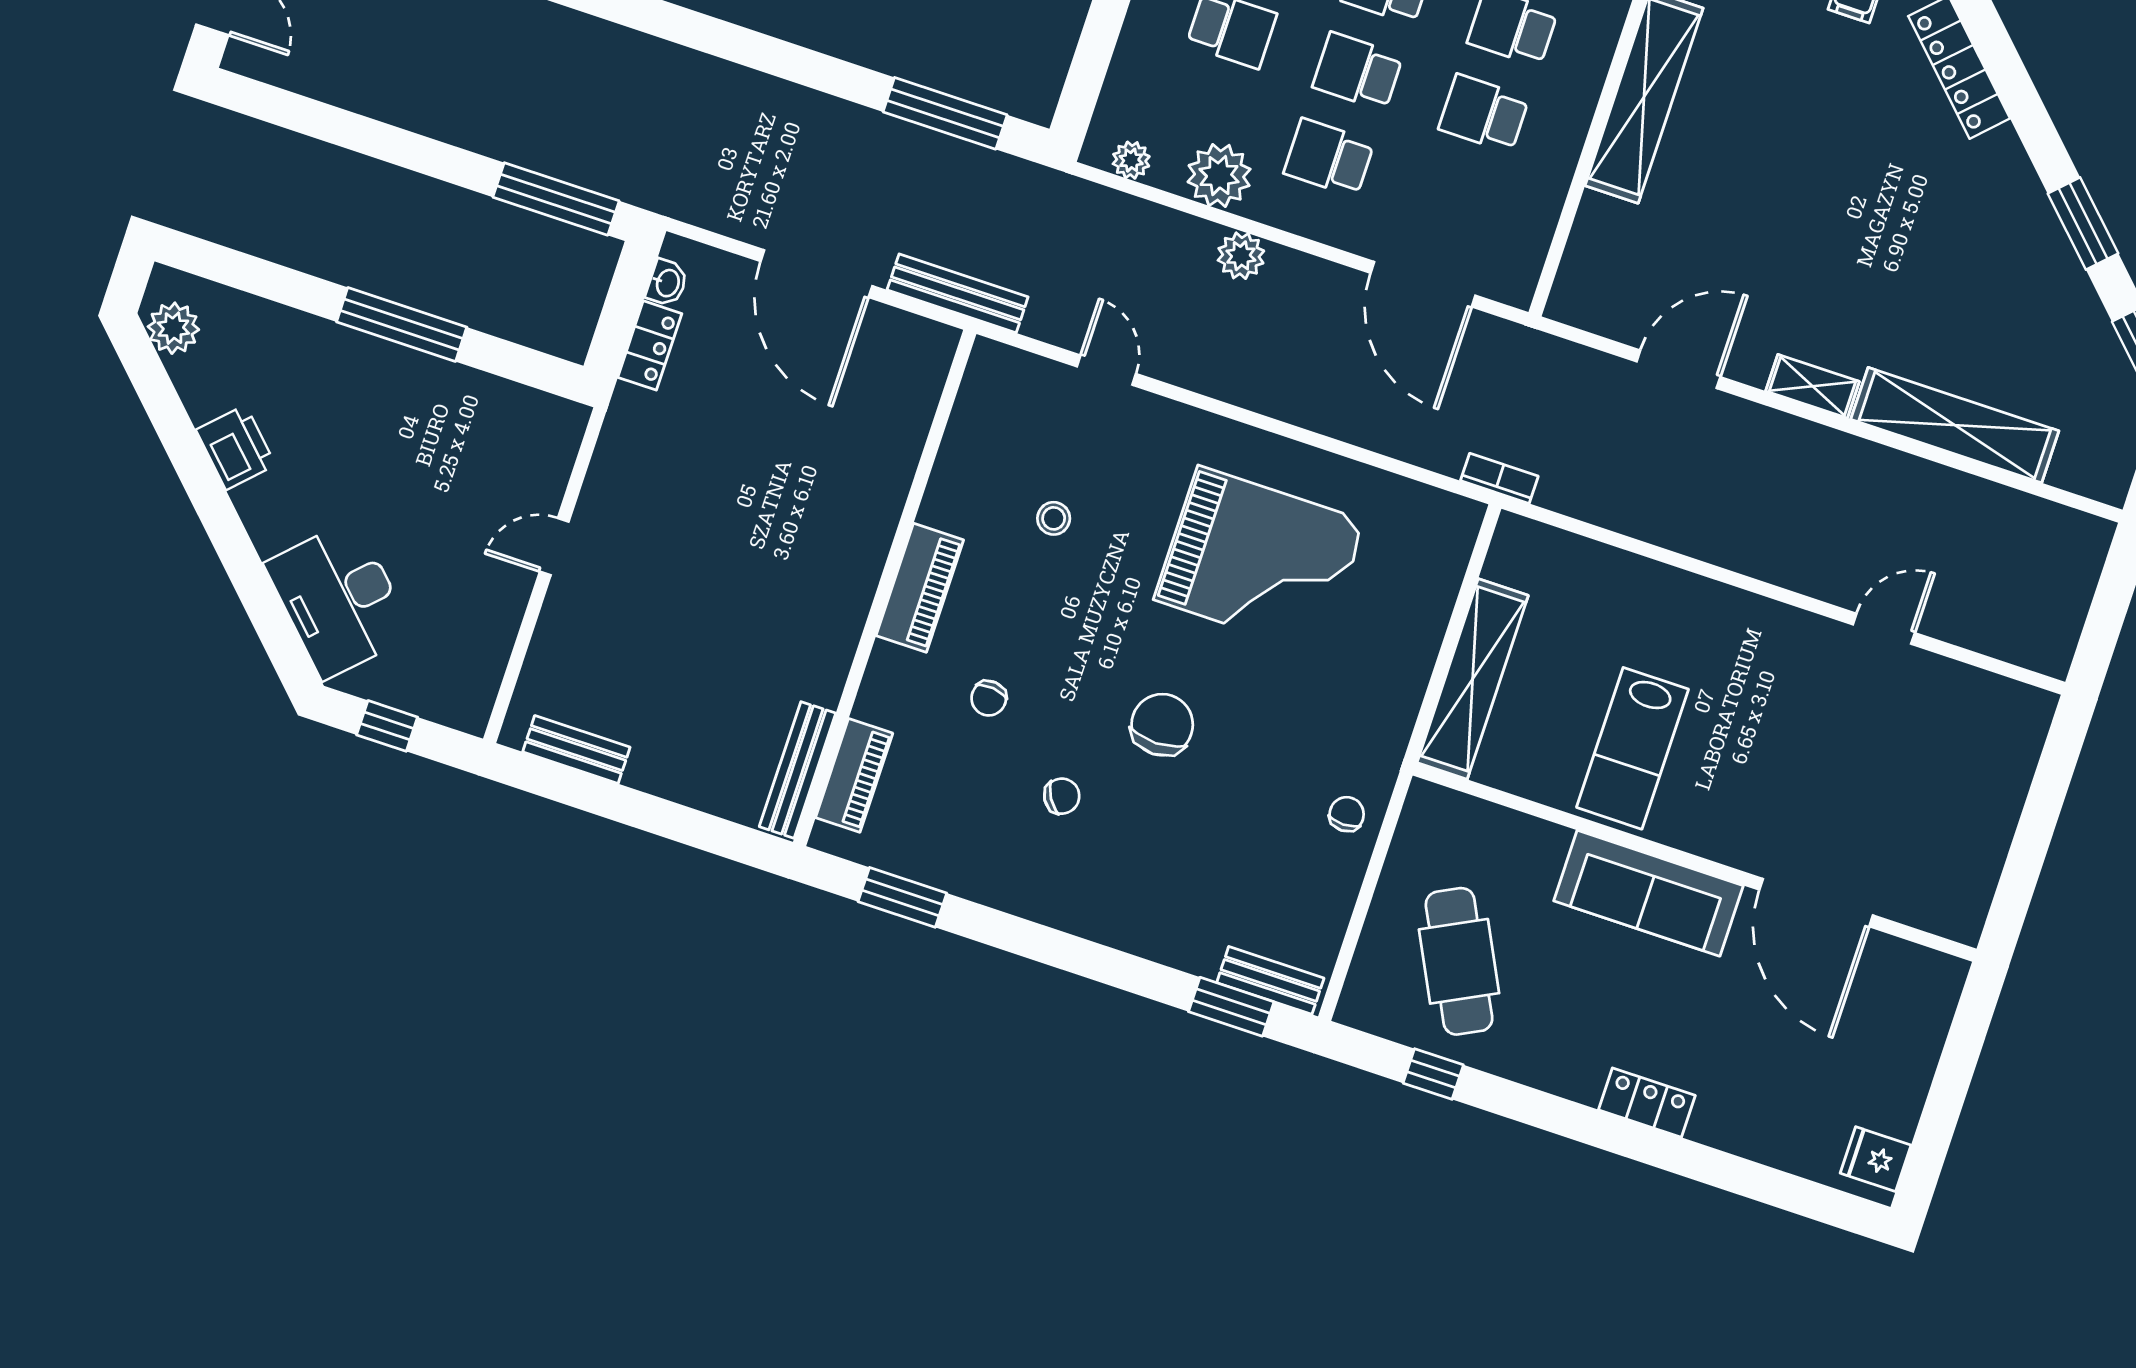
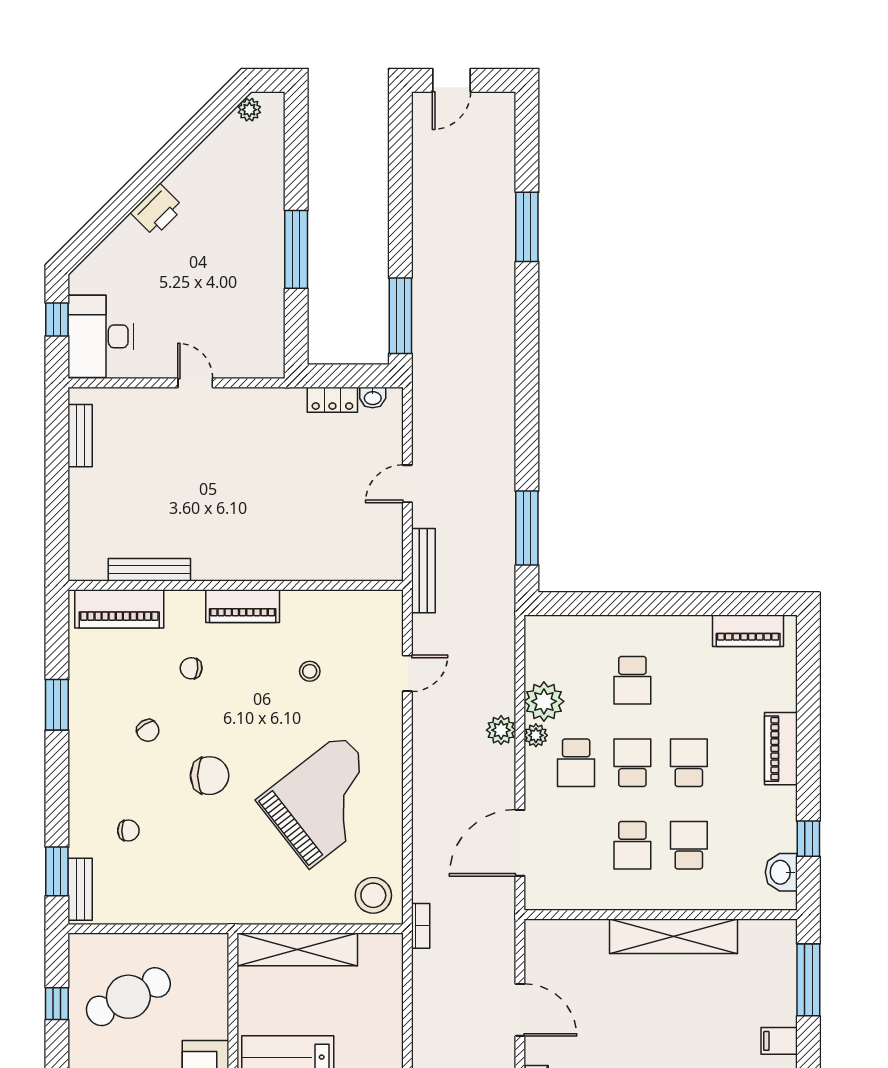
school desk: (1484, 113) -> (632, 845), turned 180
school desk: (1329, 158) -> (576, 763), turned 180
plant: (1131, 160) -> (536, 735), moved
door: (816, 274) -> (407, 484), width x0.53
plant: (173, 328) -> (249, 110), width x0.73, depth x0.73
printer: (236, 447) -> (157, 210), moved
stool: (1429, 535) -> (373, 895), added
grand piano: (1260, 560) -> (325, 801), turned -128
desk: (339, 599) -> (101, 336), moved, turned -45
bench: (798, 770) -> (149, 570), moved
piano: (854, 775) -> (119, 609), width x1.37, depth x1.33
chair: (1347, 814) -> (128, 831), moved
window: (902, 897) -> (57, 705), moved

